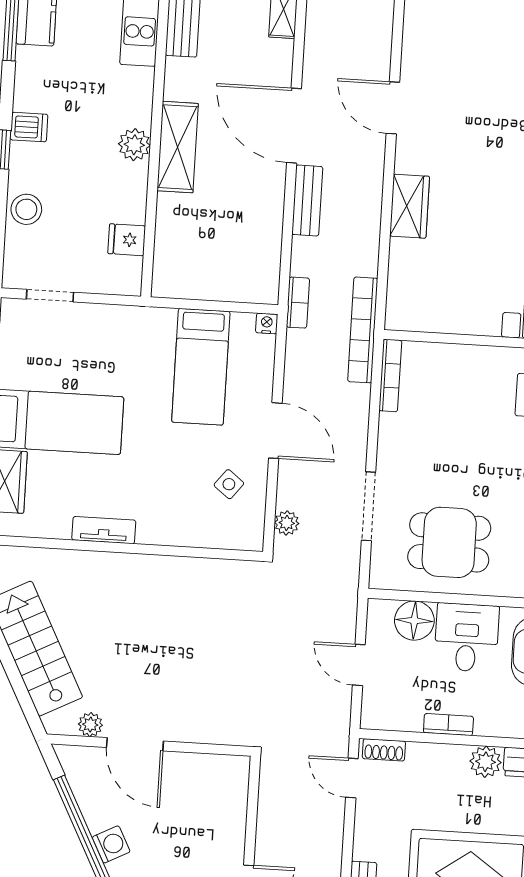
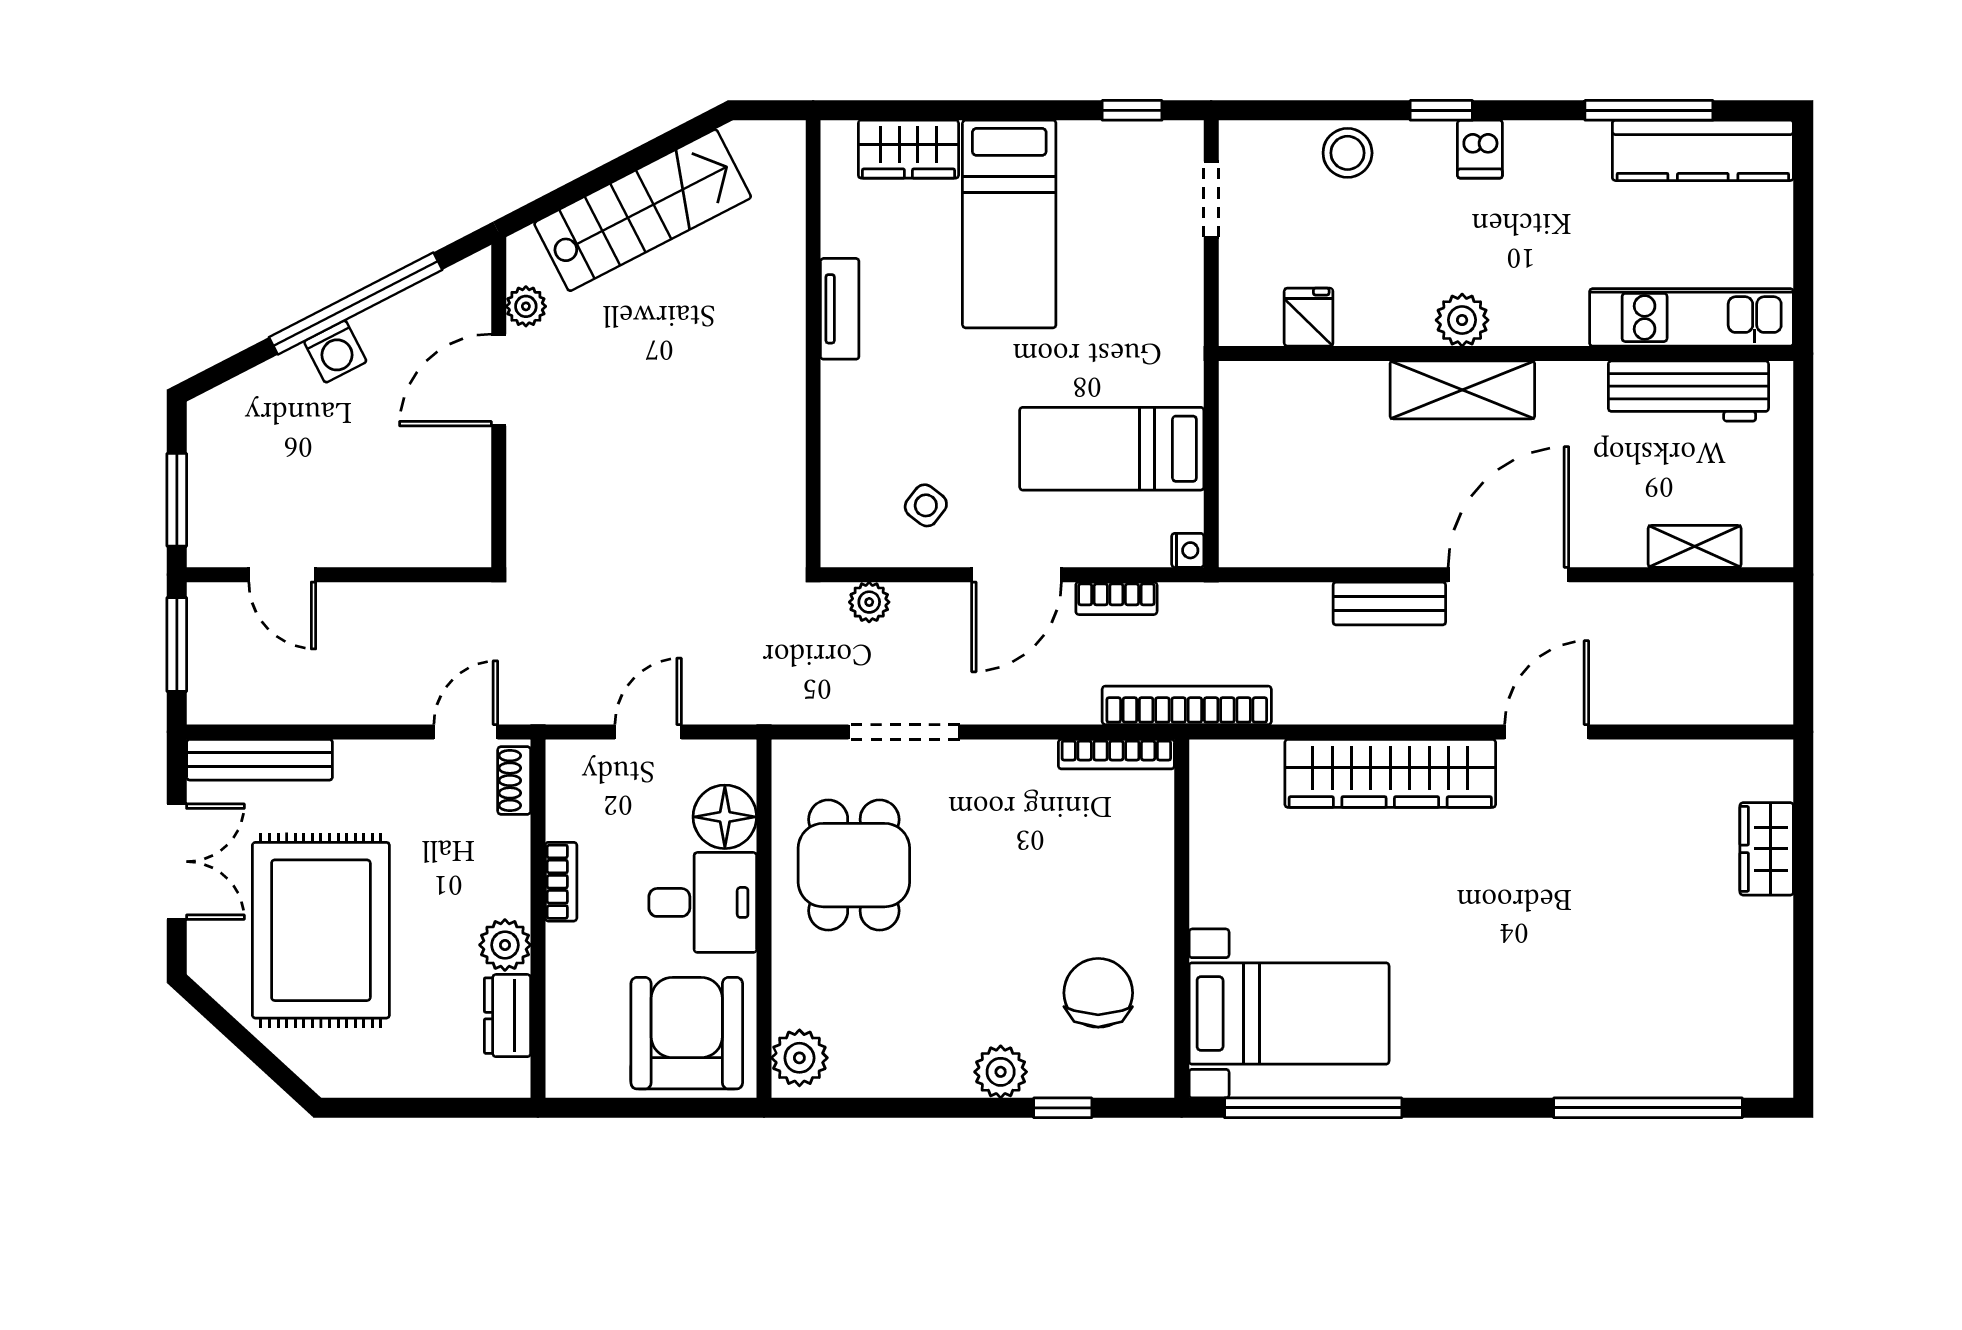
wardrobe: (410, 206) -> (1390, 773), width x2.10, depth x1.17
bookcase: (298, 303) -> (1116, 598), moved

